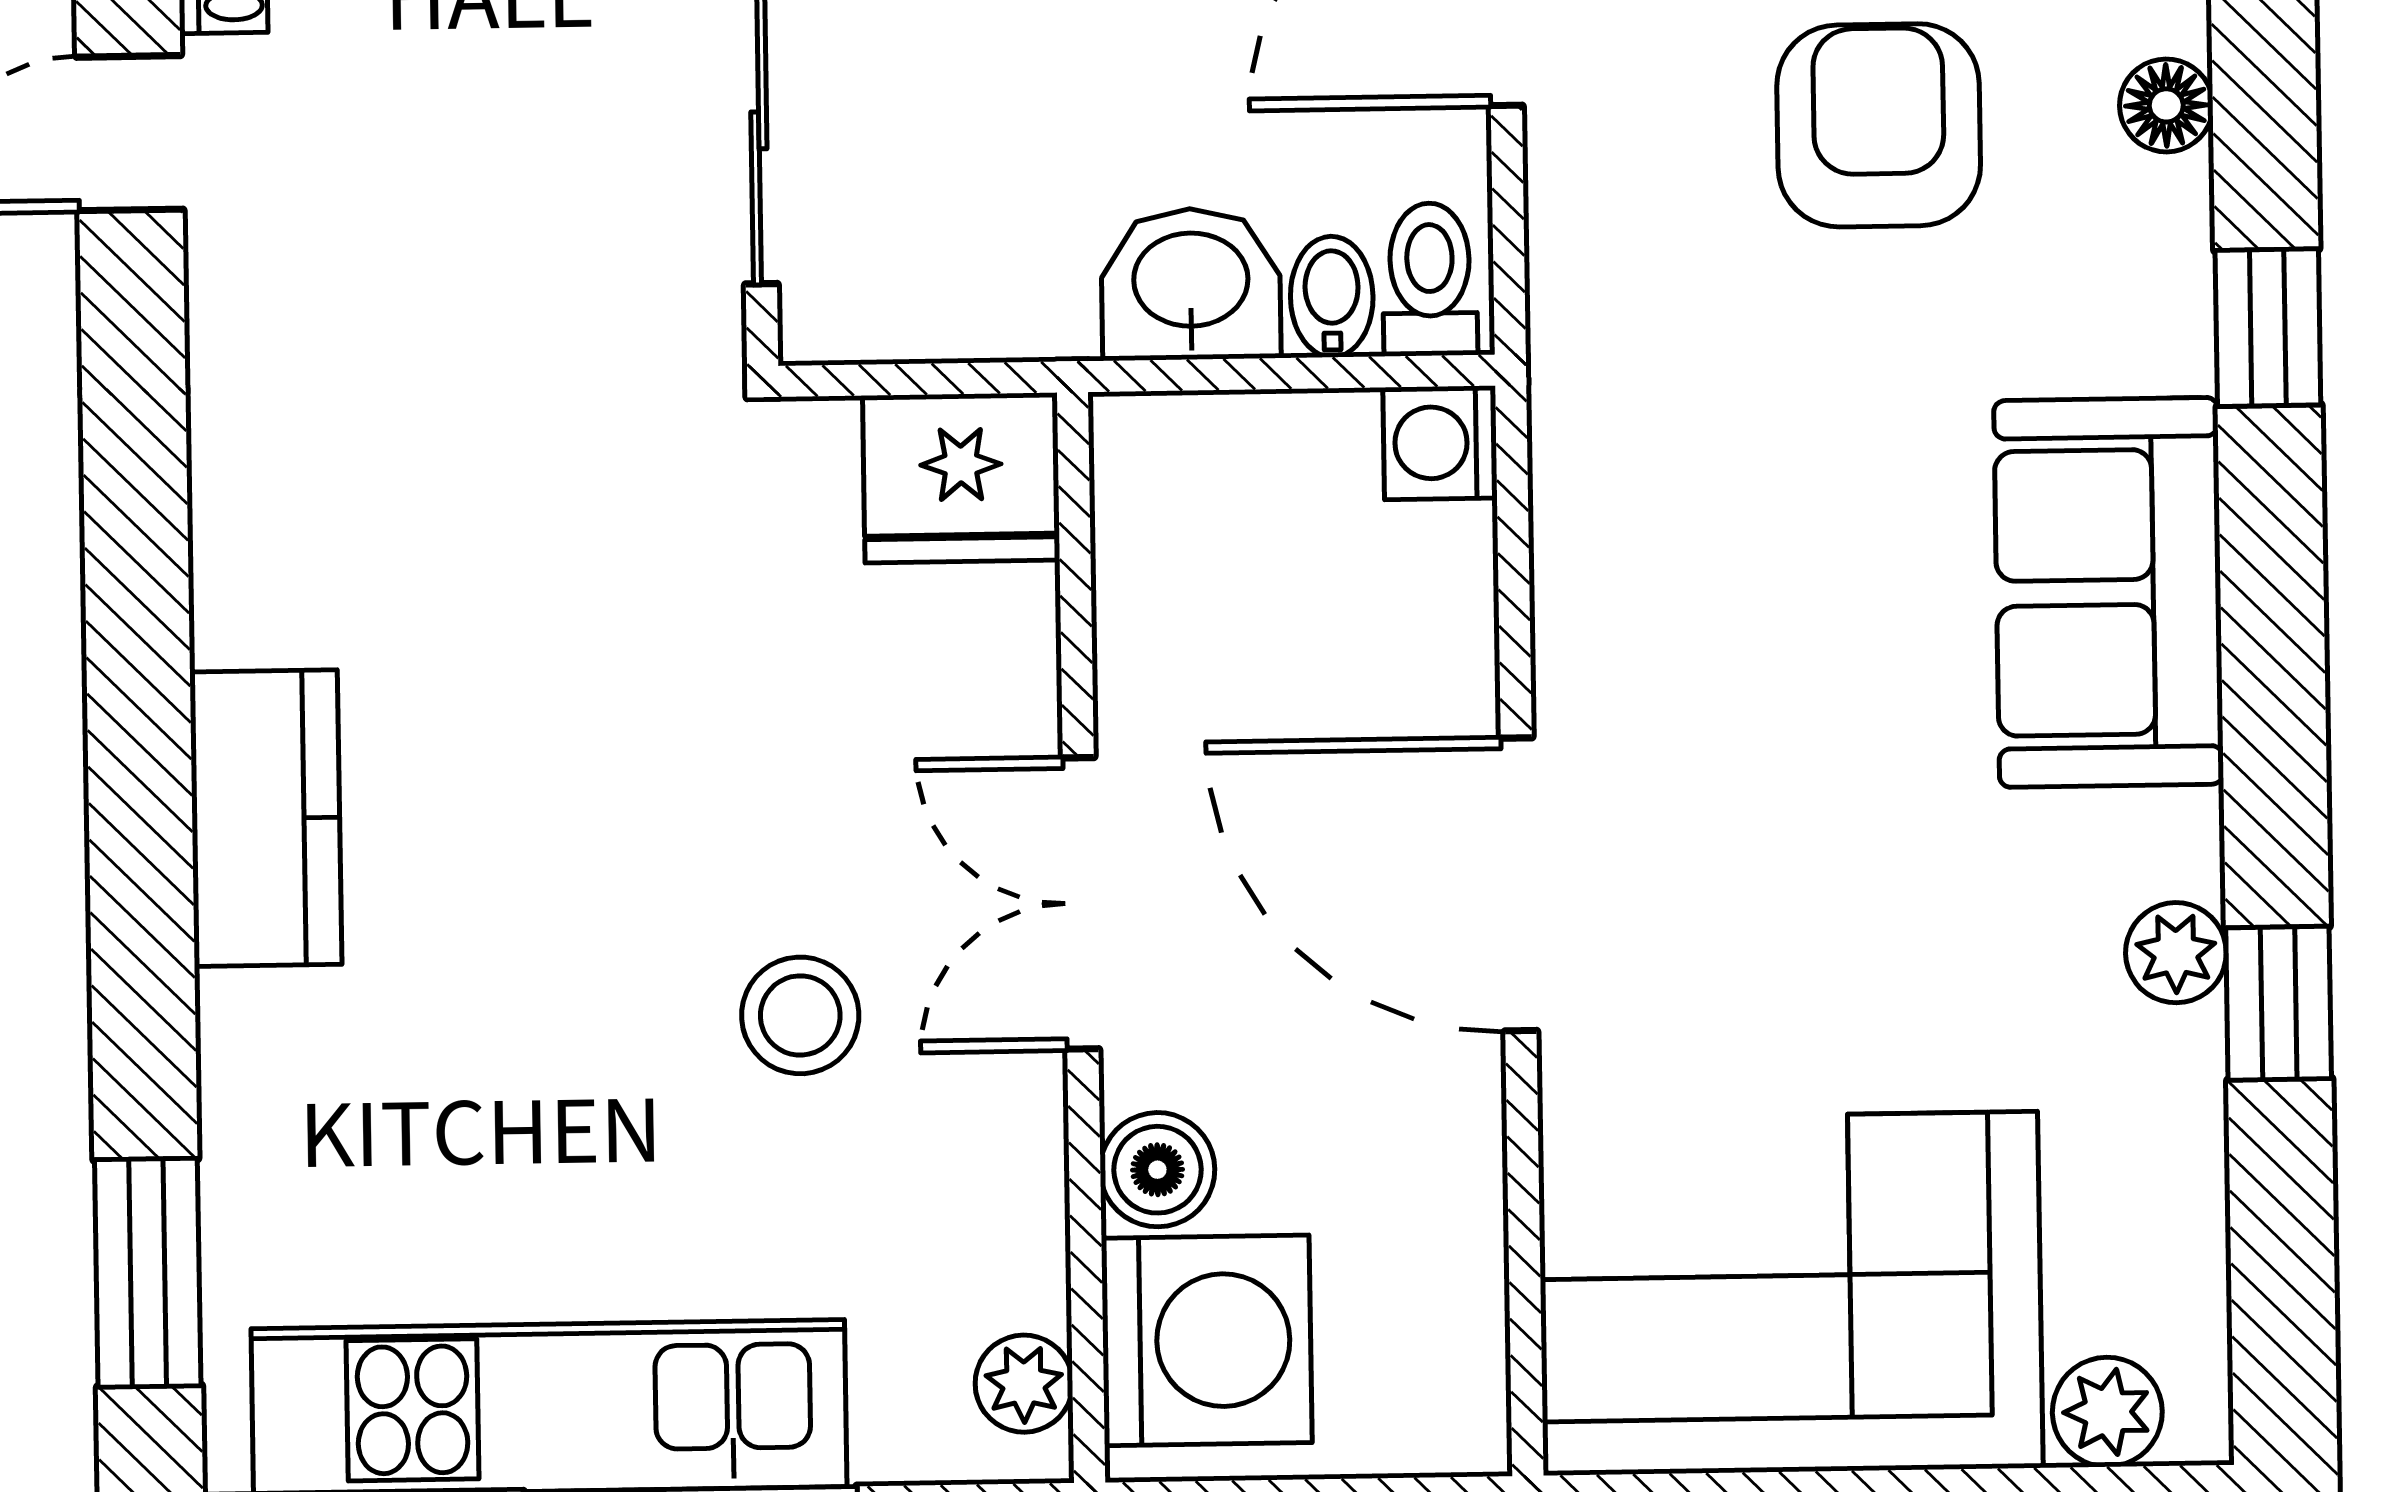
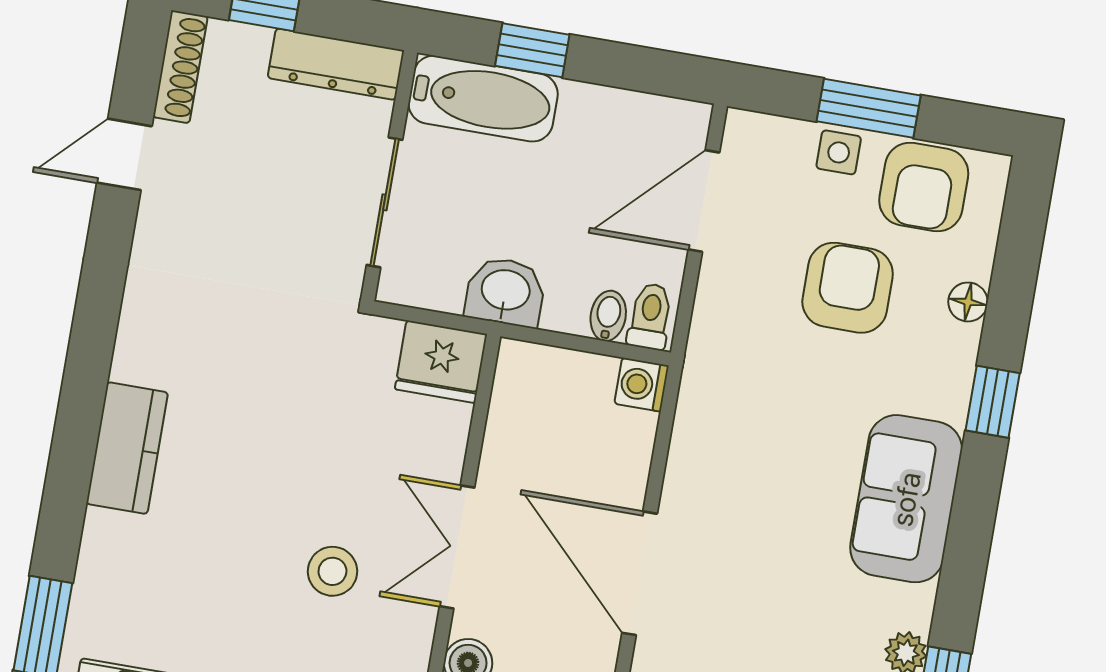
washbasin: (1191, 284) -> (505, 292), moved

